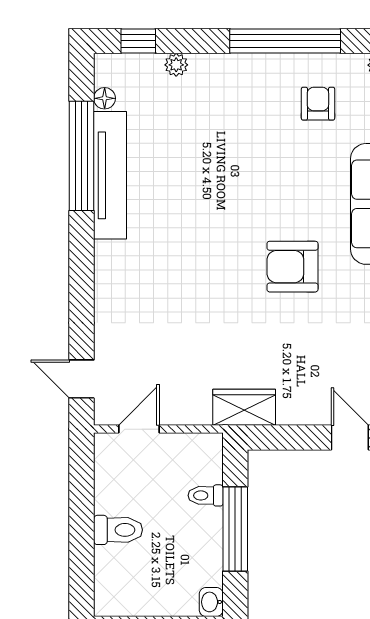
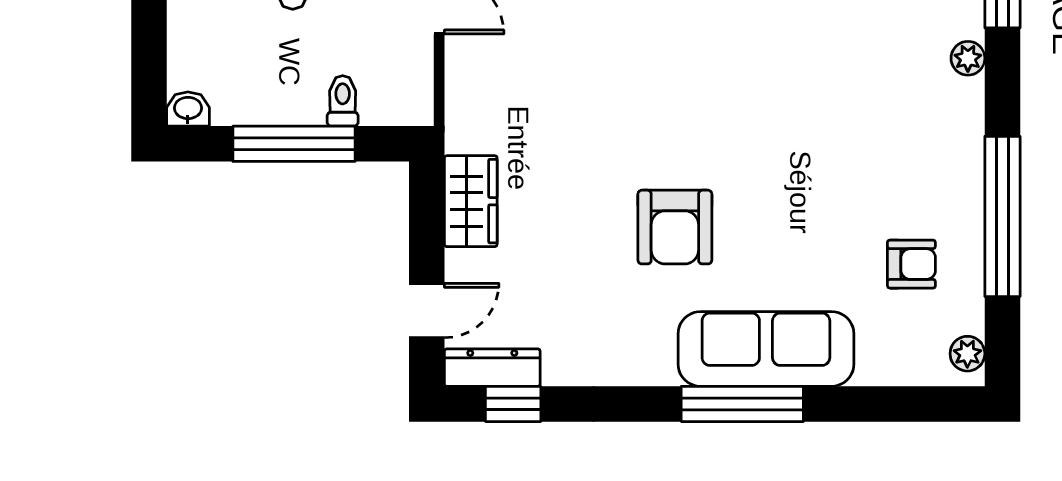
armchair: (292, 267) -> (675, 227), turned 180
wardrobe: (244, 407) -> (471, 201), moved

